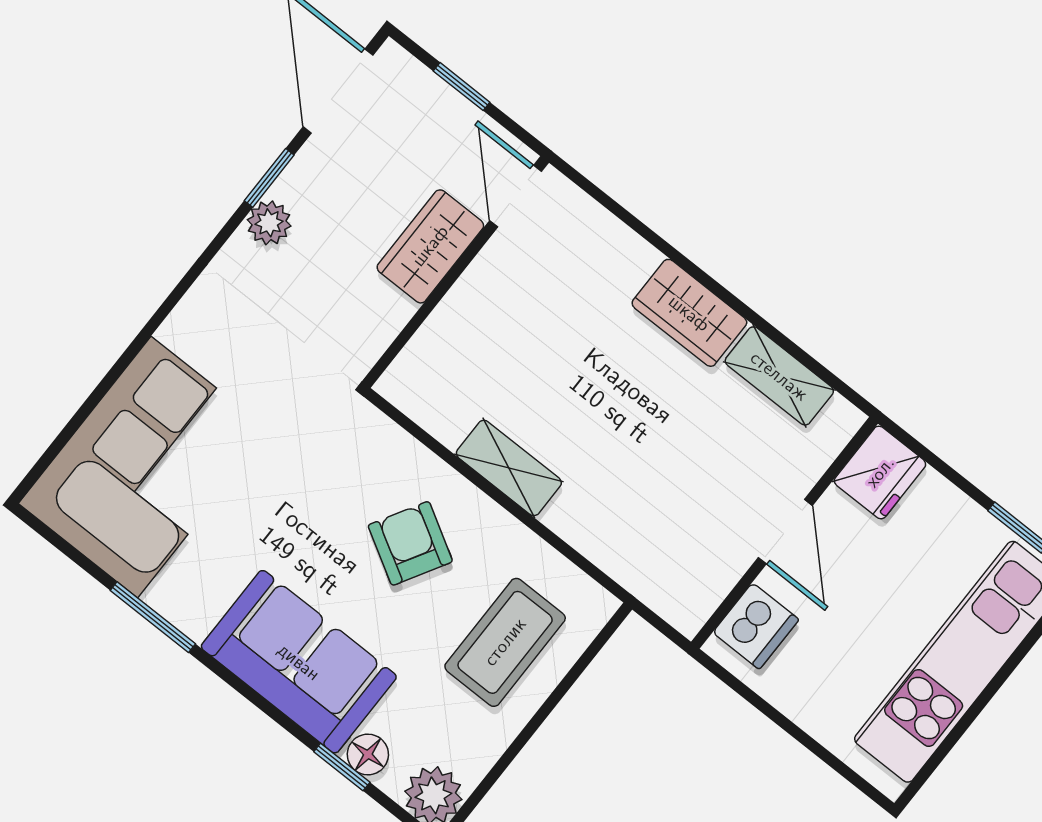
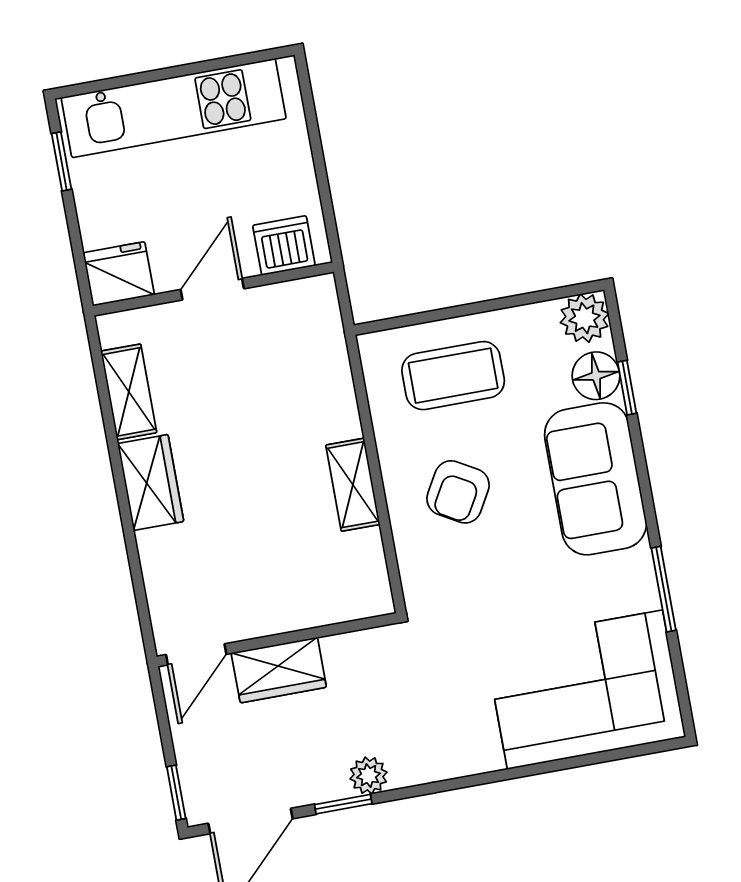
window: (462, 87) -> (176, 793), moved
floor lamp: (368, 754) -> (596, 376), width x1.37, depth x1.37

